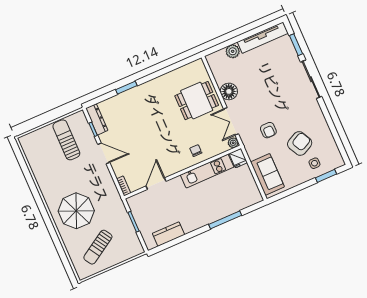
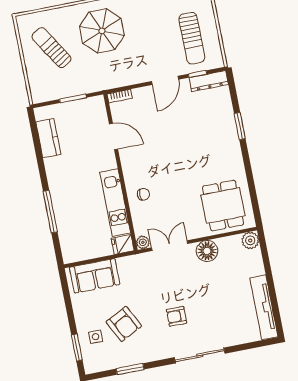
window: (296, 45) -> (130, 369), moved
plant: (233, 51) -> (250, 240), moved
dining table: (197, 101) -> (223, 206), moved
armchair: (268, 130) -> (176, 316), moved
sun lounger: (66, 140) -> (192, 38), turned 90

